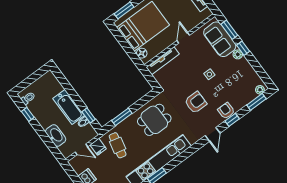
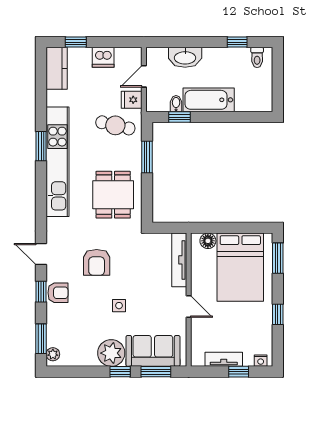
plant: (238, 54) -> (111, 353), width x1.87, depth x1.87

